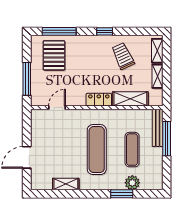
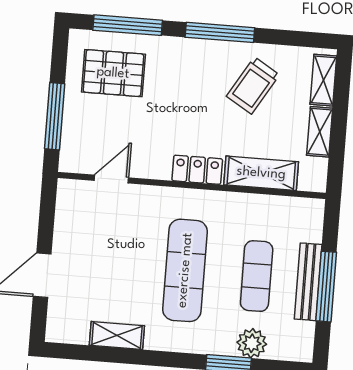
window: (105, 31) -> (220, 32), width x2.17
pallet: (54, 55) -> (113, 73), turned 90
trolley: (123, 56) -> (253, 85), turned -124
bench: (158, 128) -> (308, 282), moved
window: (167, 139) -> (326, 287), moved

